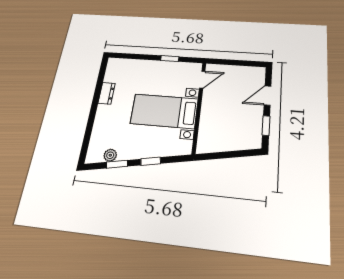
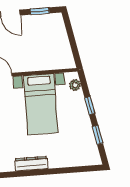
dresser: (107, 93) -> (31, 164), width x1.44
plant: (110, 155) -> (75, 85), moved

